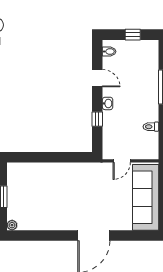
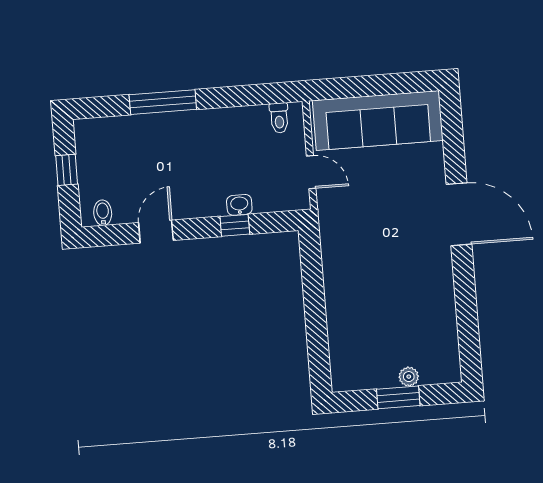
washbasin: (108, 103) -> (239, 205), moved
toilet: (151, 127) -> (279, 118), moved
plant: (12, 225) -> (409, 377), moved

